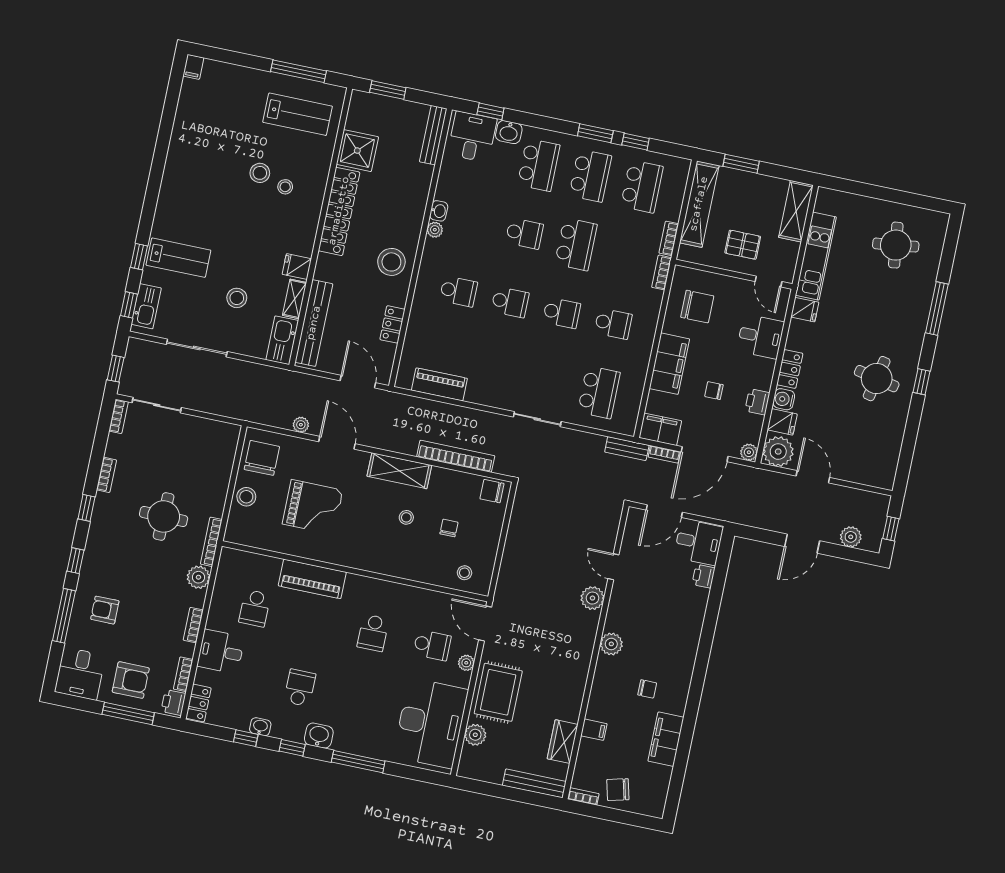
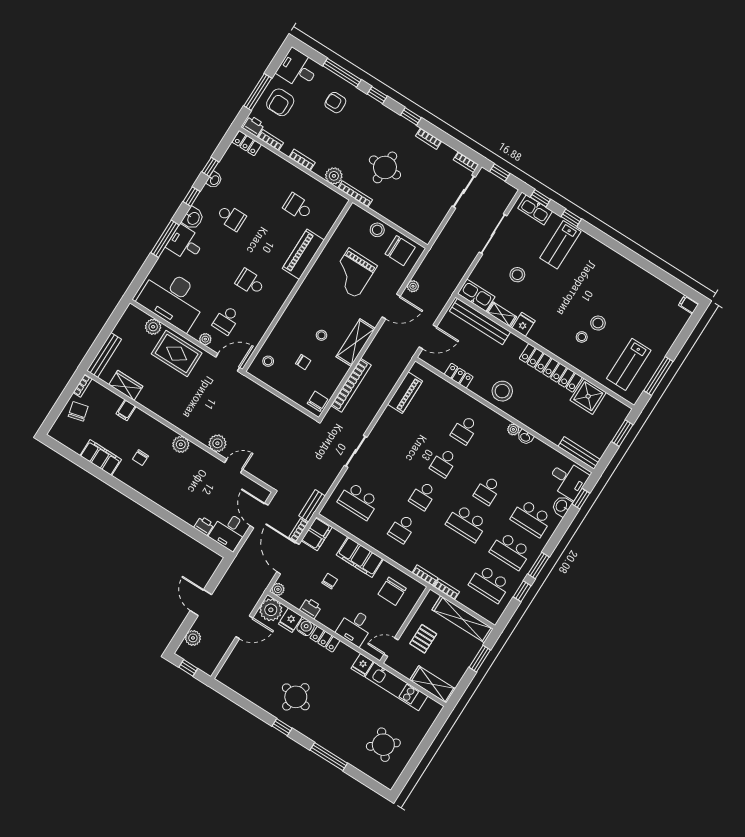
round table: (896, 245) -> (383, 745), turned -33
armchair: (105, 610) -> (335, 103), turned -90
desk: (221, 652) -> (185, 243), moved, turned -90

